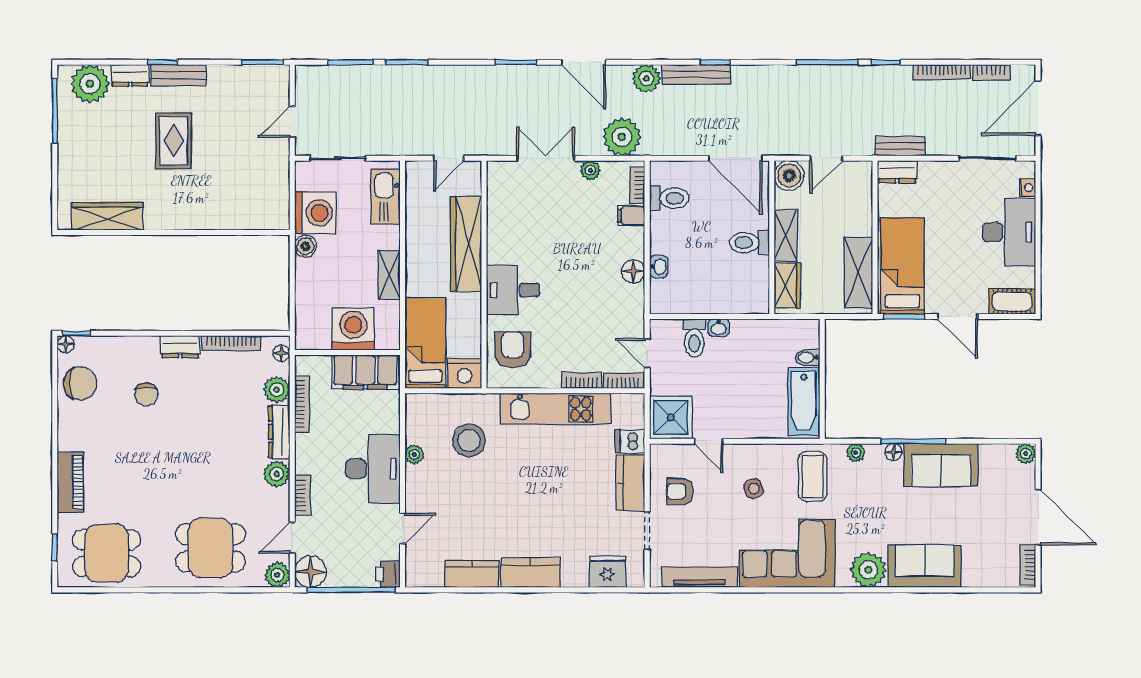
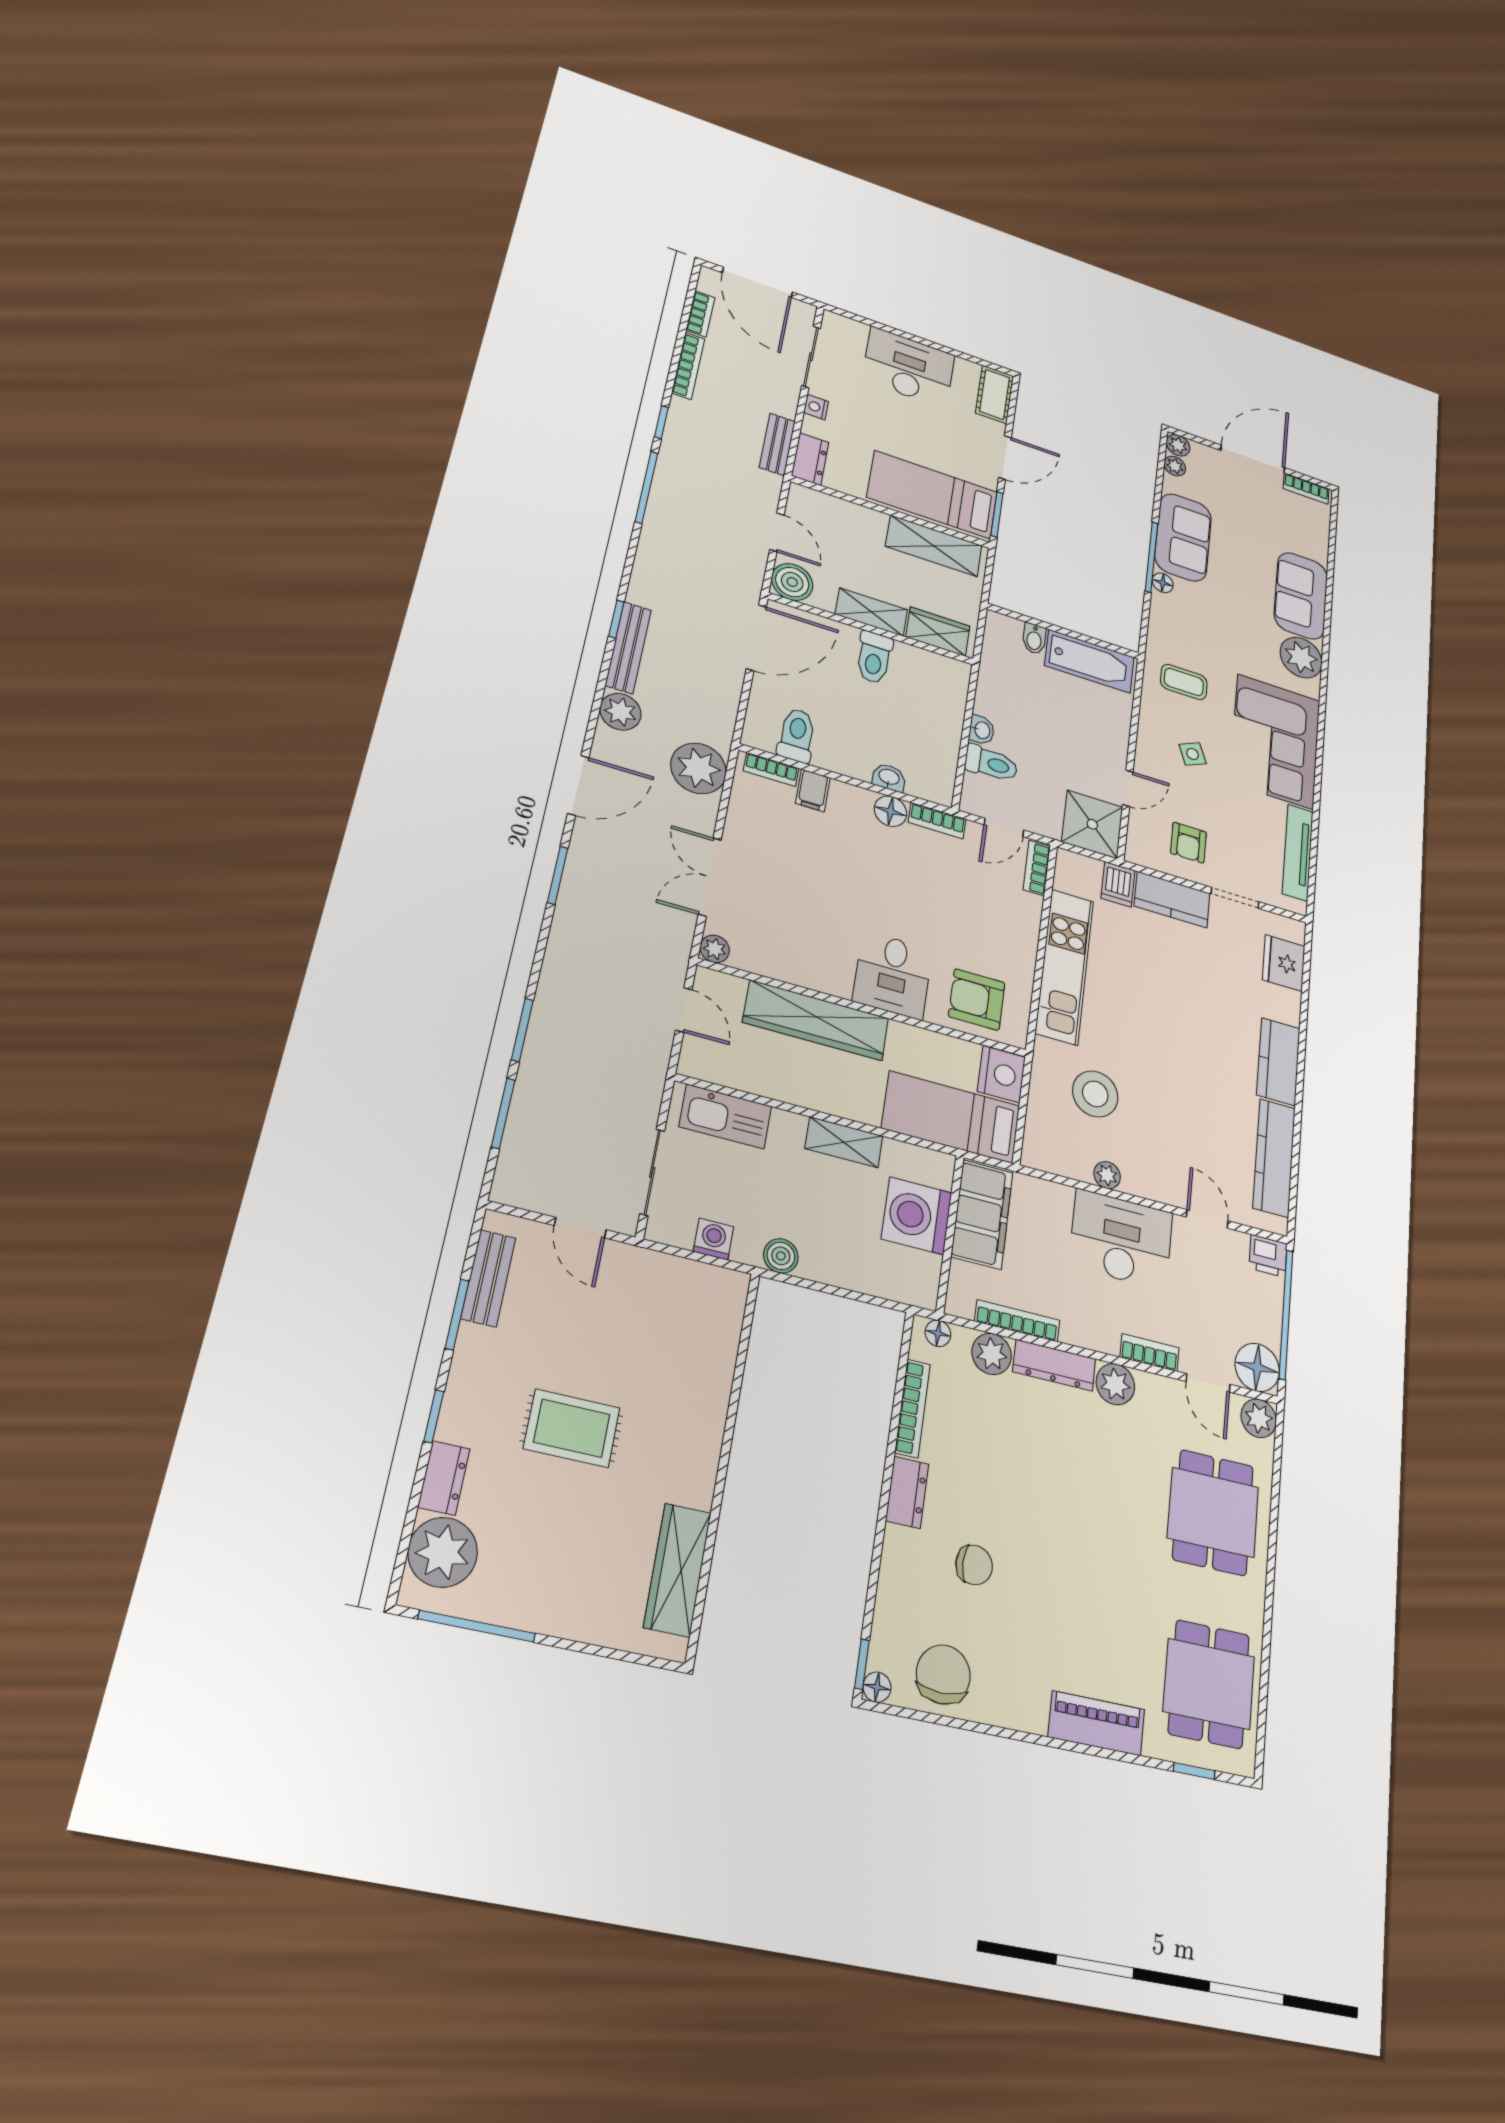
window: (263, 62) -> (457, 1314), moved
bench: (179, 75) -> (488, 1278), moved
plant: (590, 170) -> (715, 949), moved
nightstand: (1027, 188) -> (816, 407), moved, turned -90
washing machine: (315, 213) -> (713, 1239), width x0.53, depth x0.53
bookcase: (582, 380) -> (937, 821), moved, turned -90
plant: (856, 453) -> (1175, 466), moved
coffee table: (813, 477) -> (1184, 682), width x0.73, depth x0.77
kitchen counter: (472, 574) -> (1274, 1158), width x1.50

